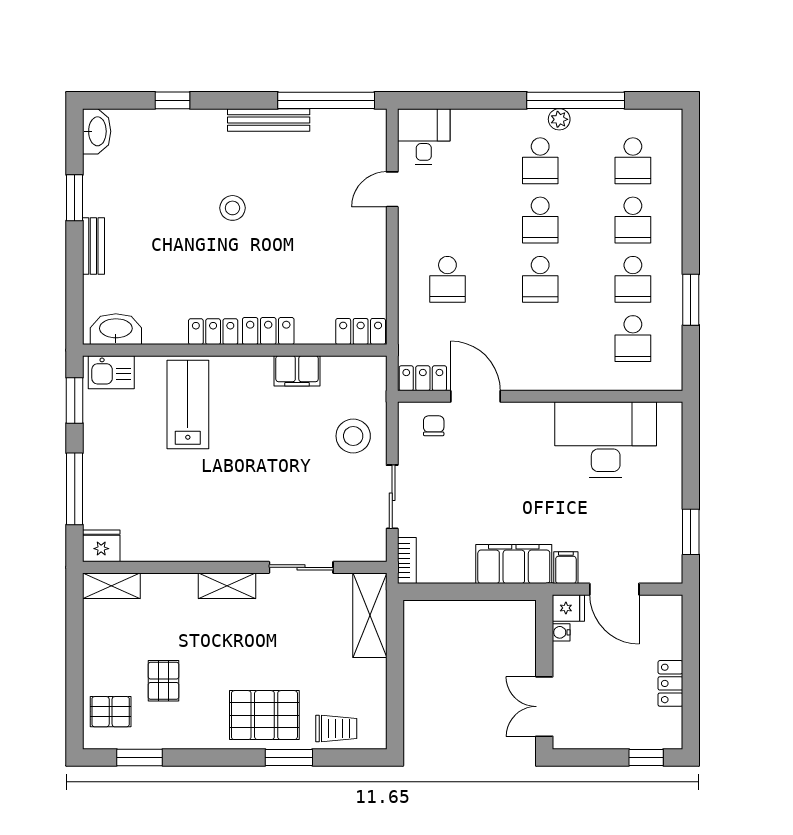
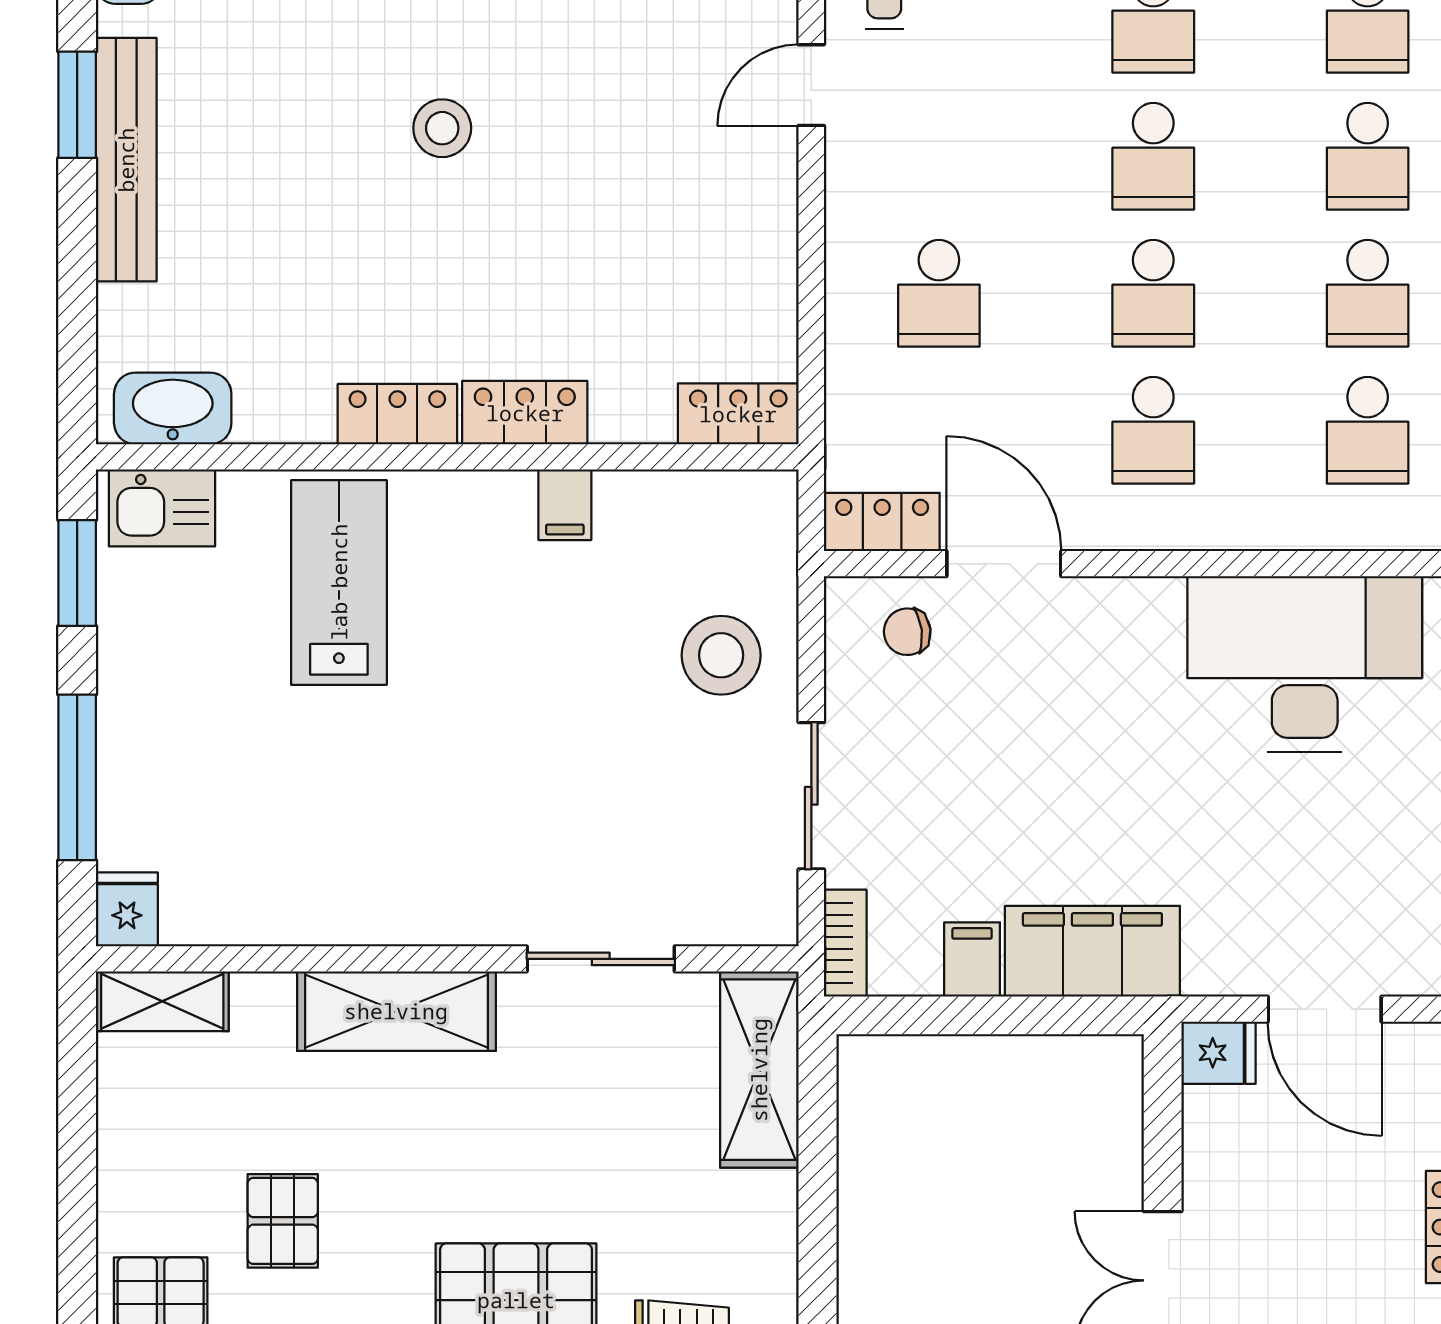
bench: (93, 246) -> (126, 160), width x1.86, depth x1.21
school desk: (540, 339) -> (1153, 430), added
filing cabinet: (297, 371) -> (565, 505), width x0.50
chair: (434, 426) -> (907, 632), turned -97
fridge: (101, 546) -> (127, 909), width x0.72
filing cabinet: (566, 568) -> (972, 959), moved
shelving: (227, 586) -> (396, 1011), width x1.50, depth x1.33
water cooler: (561, 632) -> (1202, 1109), removed

